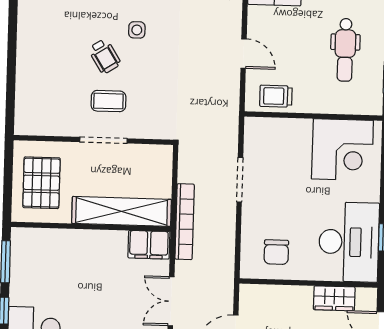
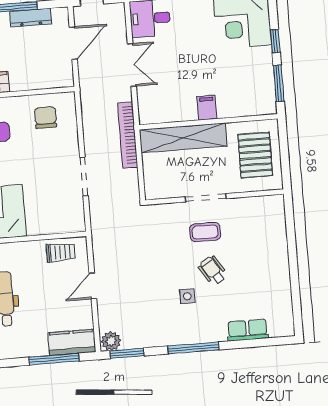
door: (244, 54) -> (93, 286), hinge flipped
filing cabinet: (149, 245) -> (207, 108), moved, width x0.50

